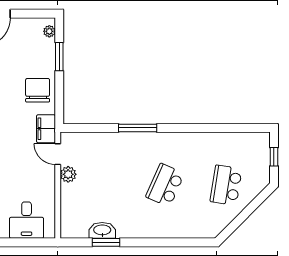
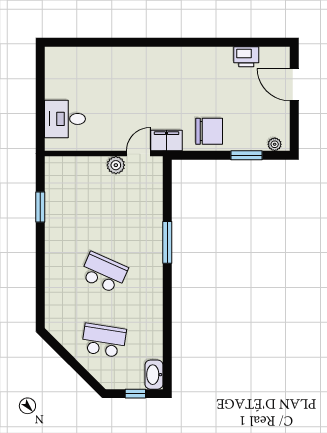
washbasin: (102, 230) -> (154, 375), moved, turned 180

